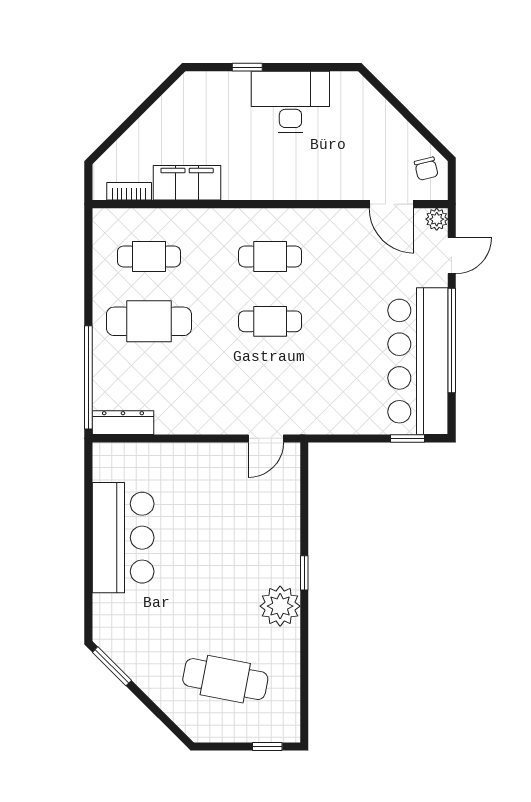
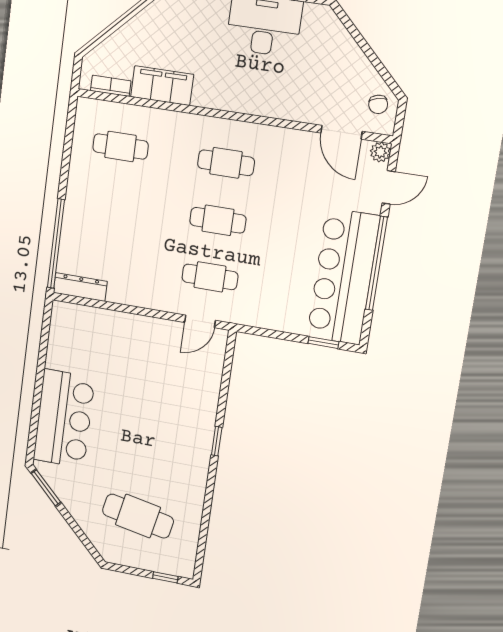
cafe table: (149, 321) -> (210, 277), moved, width x0.73, depth x0.74
bar counter: (123, 538) -> (64, 419), moved
plant: (280, 606) -> (192, 465), removed

